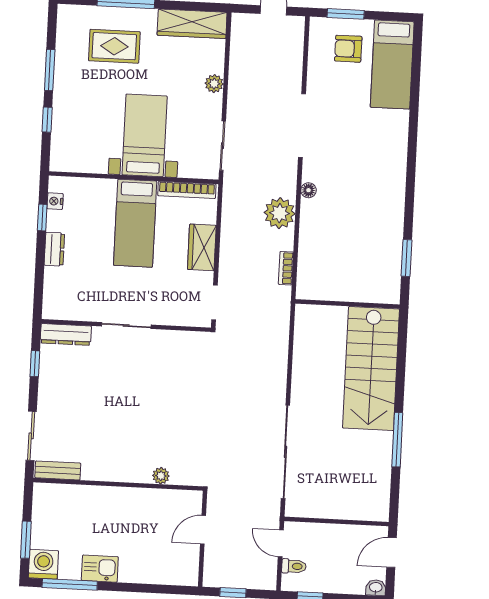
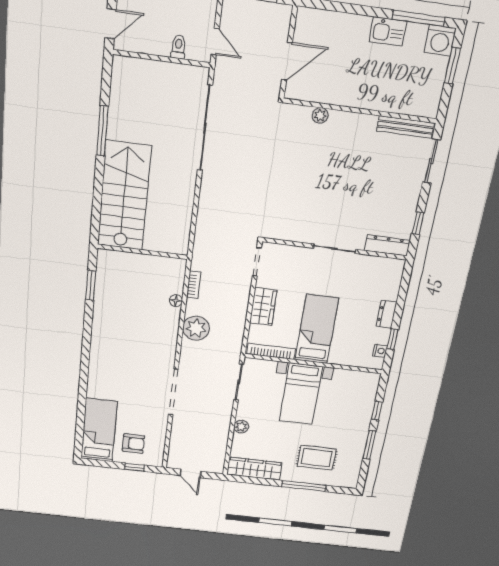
window: (346, 14) -> (134, 467), width x0.67
floor lamp: (309, 190) -> (176, 301), moved
bench: (58, 470) -> (405, 127), width x1.36
door: (203, 530) -> (287, 61), width x1.38
toilet: (294, 566) -> (178, 47), moved, turned 90

